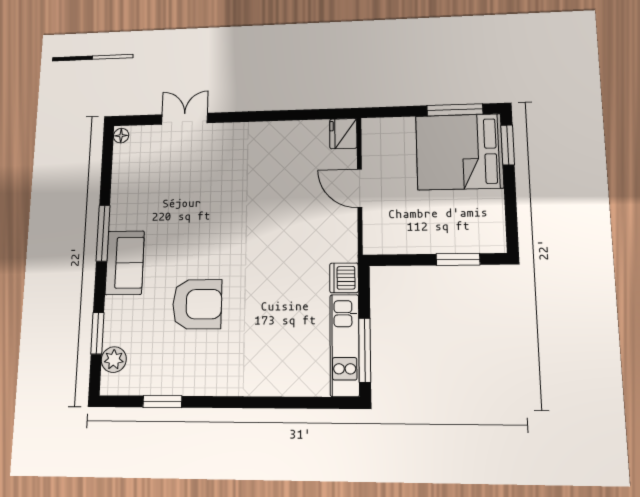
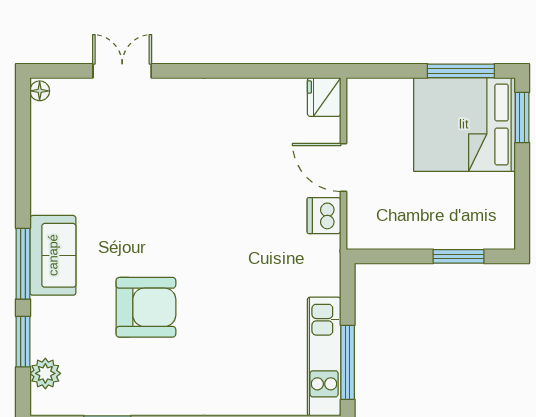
window: (103, 233) -> (23, 264), moved
dishwasher: (344, 278) -> (324, 216), moved

